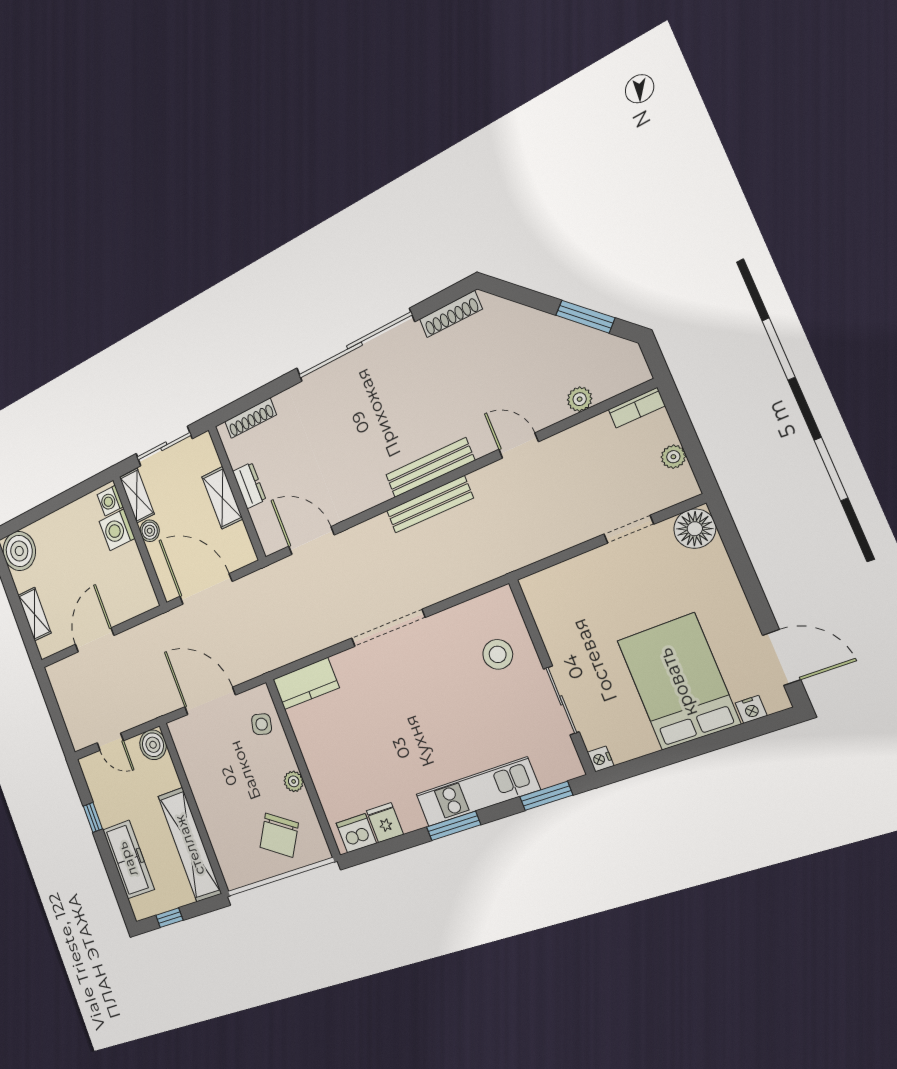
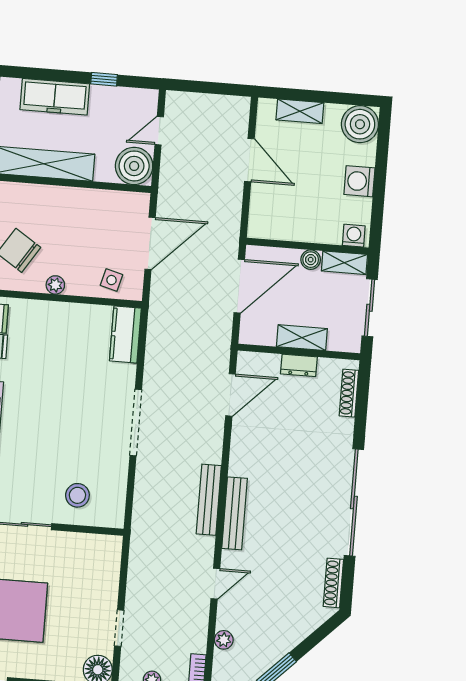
washing machine: (117, 530) -> (359, 181), moved, turned -90
boiler: (153, 745) -> (134, 166), width x1.37, depth x1.37

